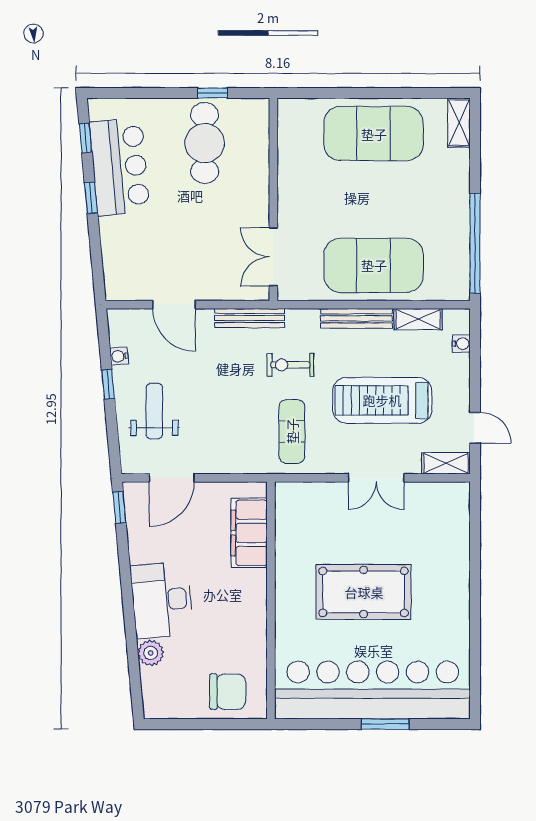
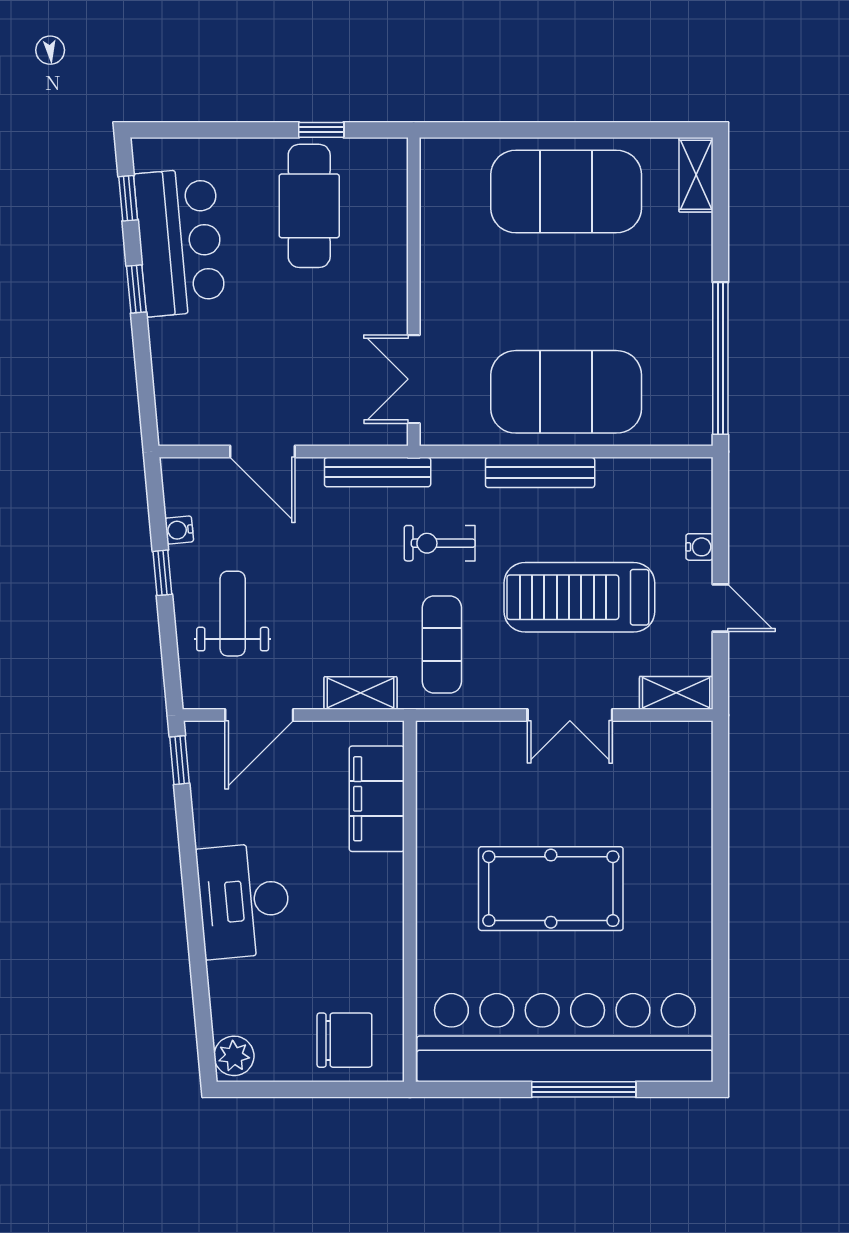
shelving: (418, 319) -> (360, 693), moved
water cooler: (461, 344) -> (699, 547), moved
door: (475, 428) -> (720, 608), moved
plant: (151, 653) -> (234, 1056), moved
window: (385, 724) -> (584, 1089), width x1.44

